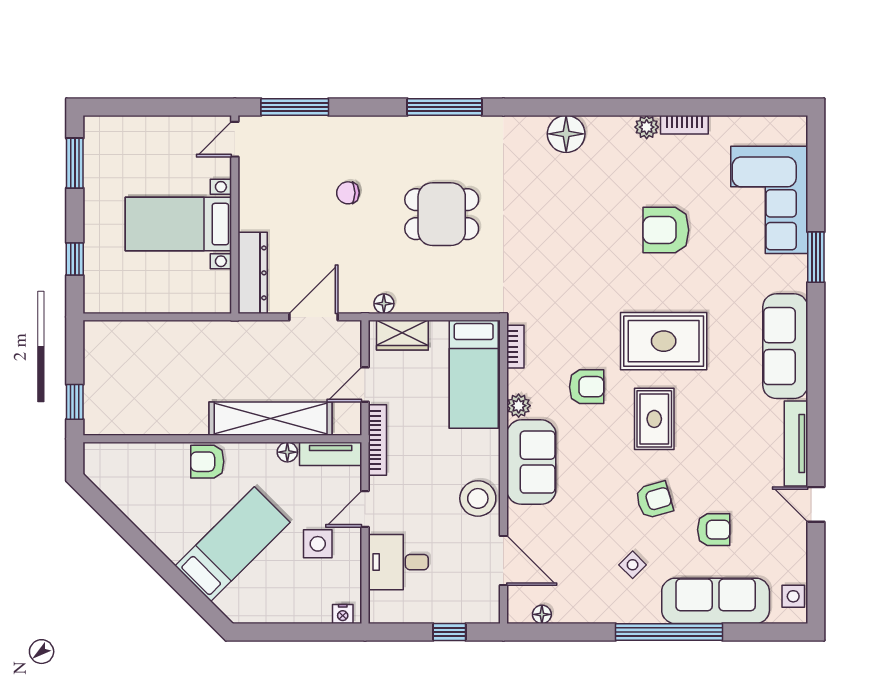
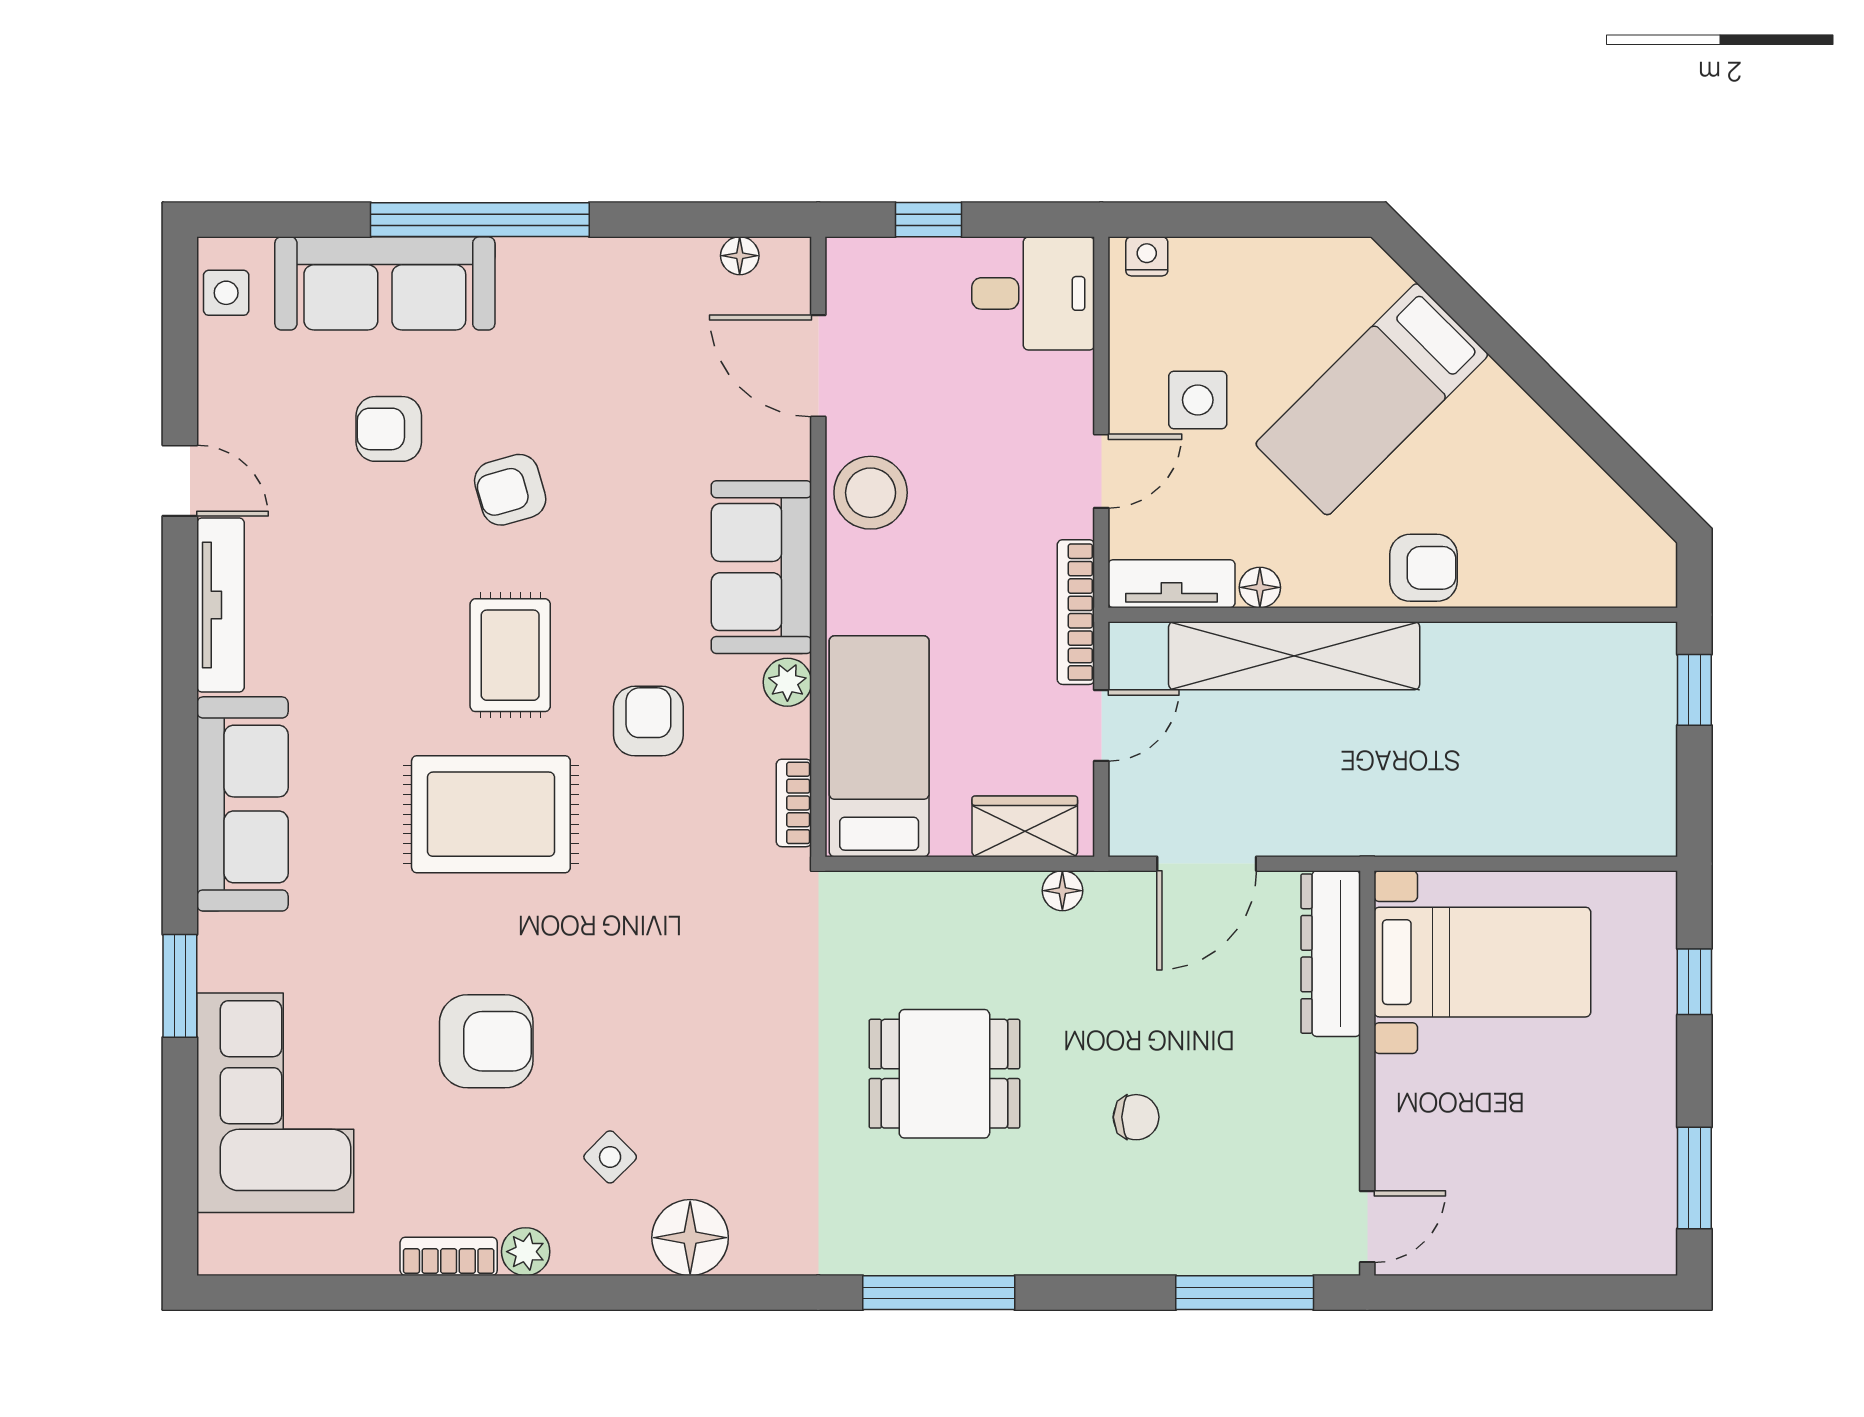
bed with nightstands: (178, 224) -> (1482, 962), moved
armchair: (587, 387) -> (648, 721), turned 90
desk: (398, 562) -> (1033, 293), moved
side table: (633, 565) -> (610, 1157), moved

